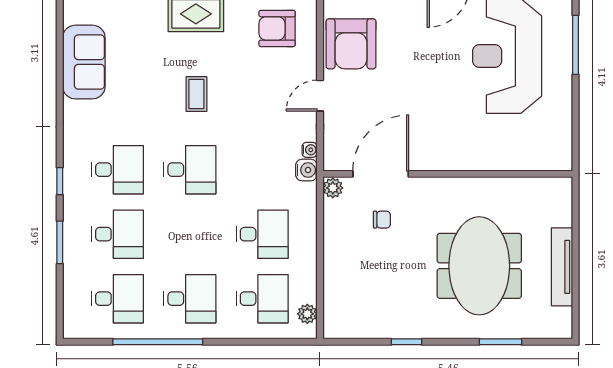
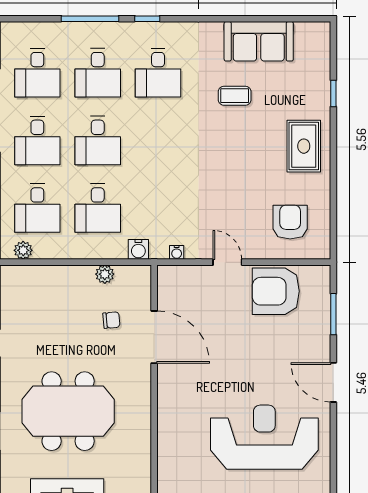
coffee table: (196, 94) -> (235, 96), moved
desk: (190, 170) -> (98, 140), moved
water cooler: (306, 170) -> (138, 249), moved
door: (381, 174) -> (154, 337), moved
plant: (333, 188) -> (105, 274), moved
chair: (382, 220) -> (111, 320), turned -95
window: (60, 242) -> (90, 19), width x1.44

